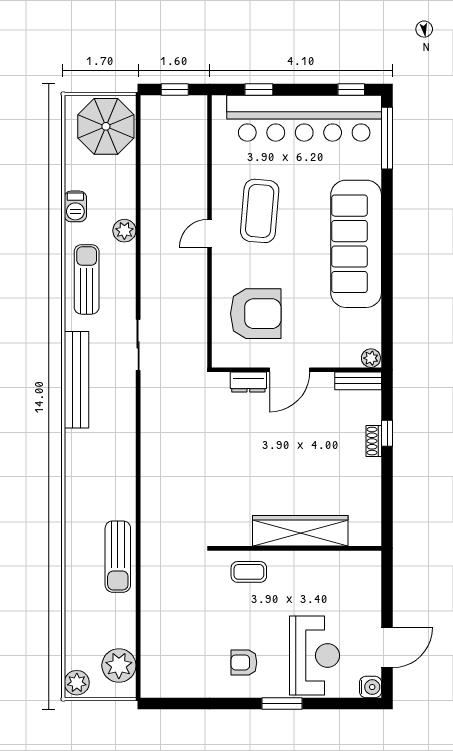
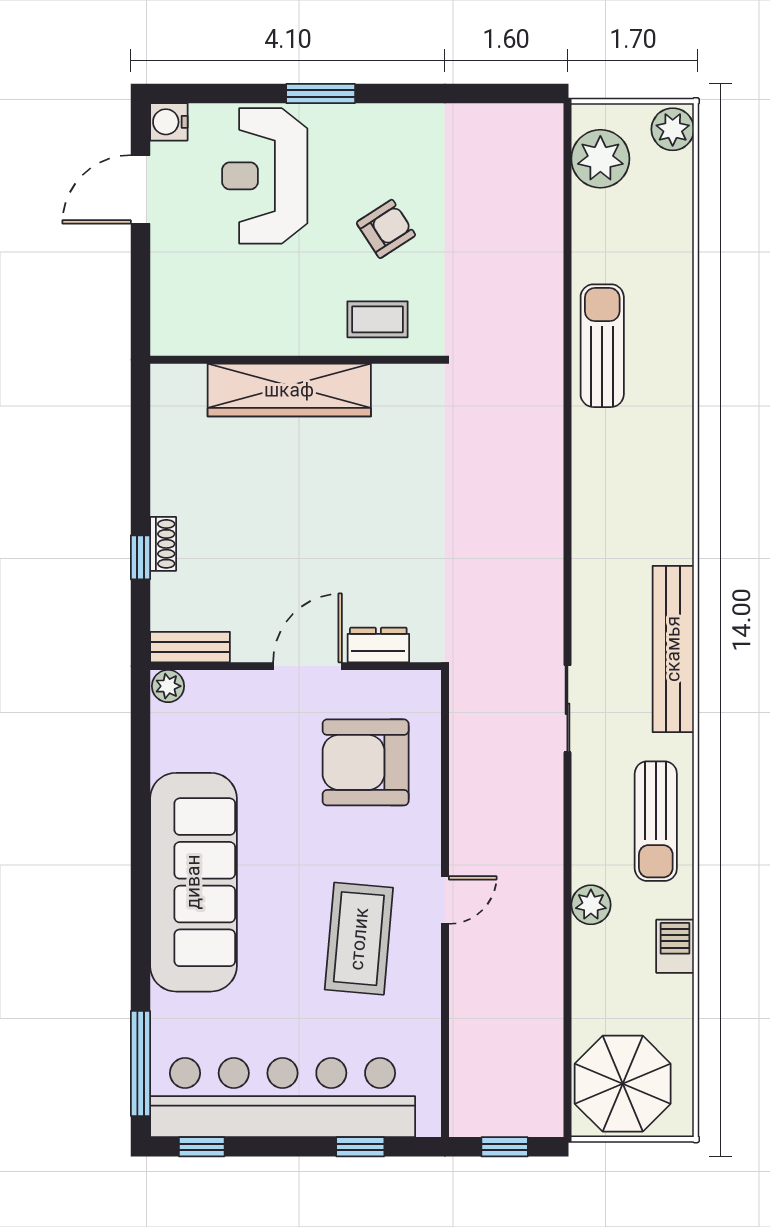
armchair: (244, 662) -> (386, 229), moved, turned -33

